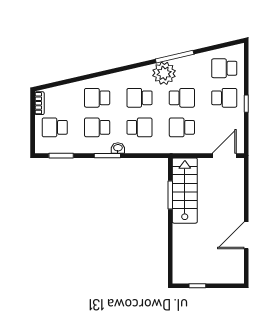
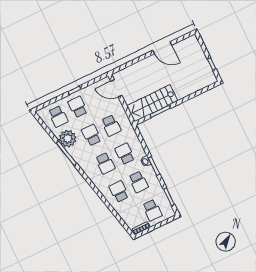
plant: (164, 73) -> (68, 139), moved
school desk: (97, 98) -> (119, 192), turned 180

